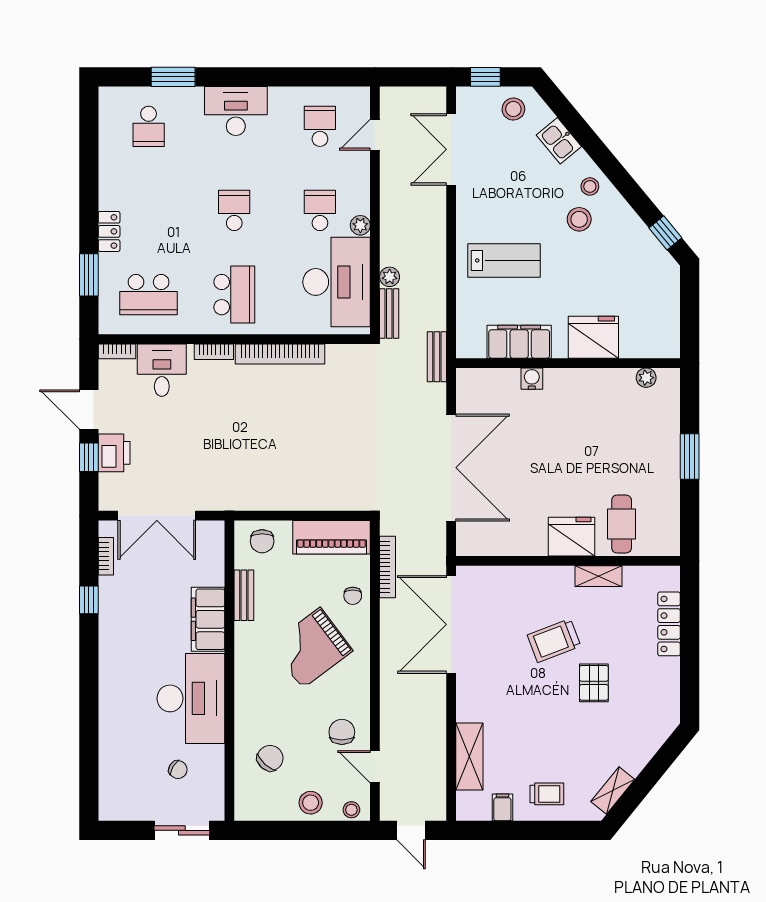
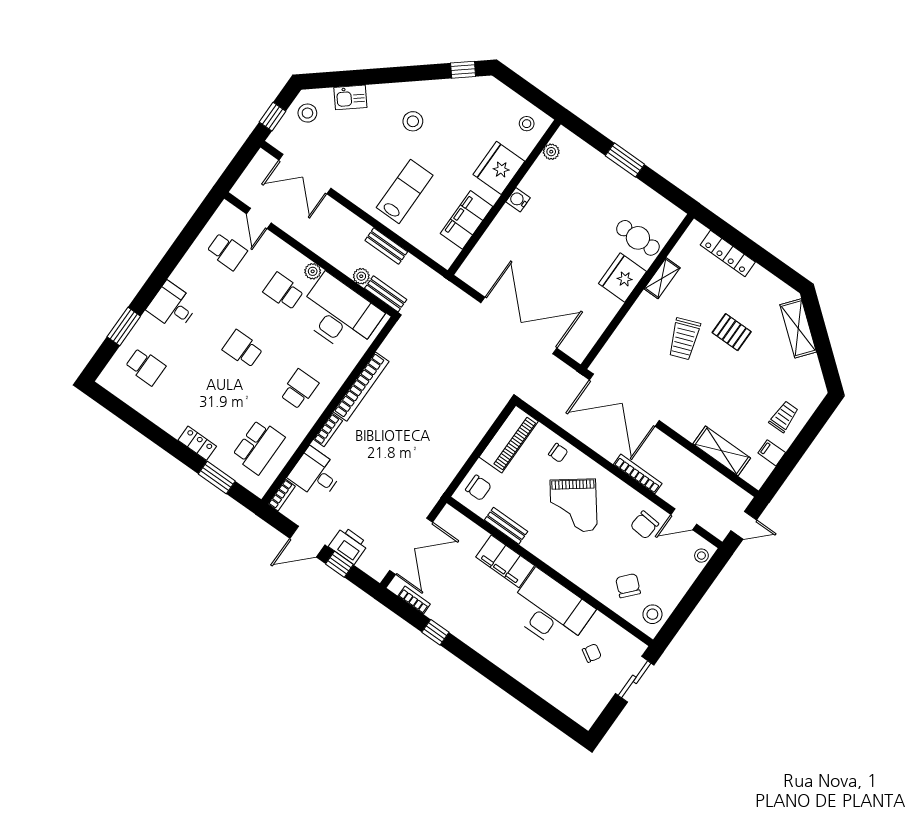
desk: (236, 111) -> (173, 306), width x0.73
school desk: (320, 126) -> (227, 251), turned 180
stool: (590, 186) -> (527, 124), moved
school desk: (234, 295) -> (299, 389), width x0.54
bench: (437, 357) -> (386, 246), moved
water cooler: (532, 379) -> (518, 200), moved
bookcase: (388, 567) -> (638, 474), moved
chair: (342, 732) -> (645, 525), turned -85
shelving: (613, 791) -> (798, 328), moved, width x1.50, depth x1.33
stool: (311, 803) -> (652, 614), moved

